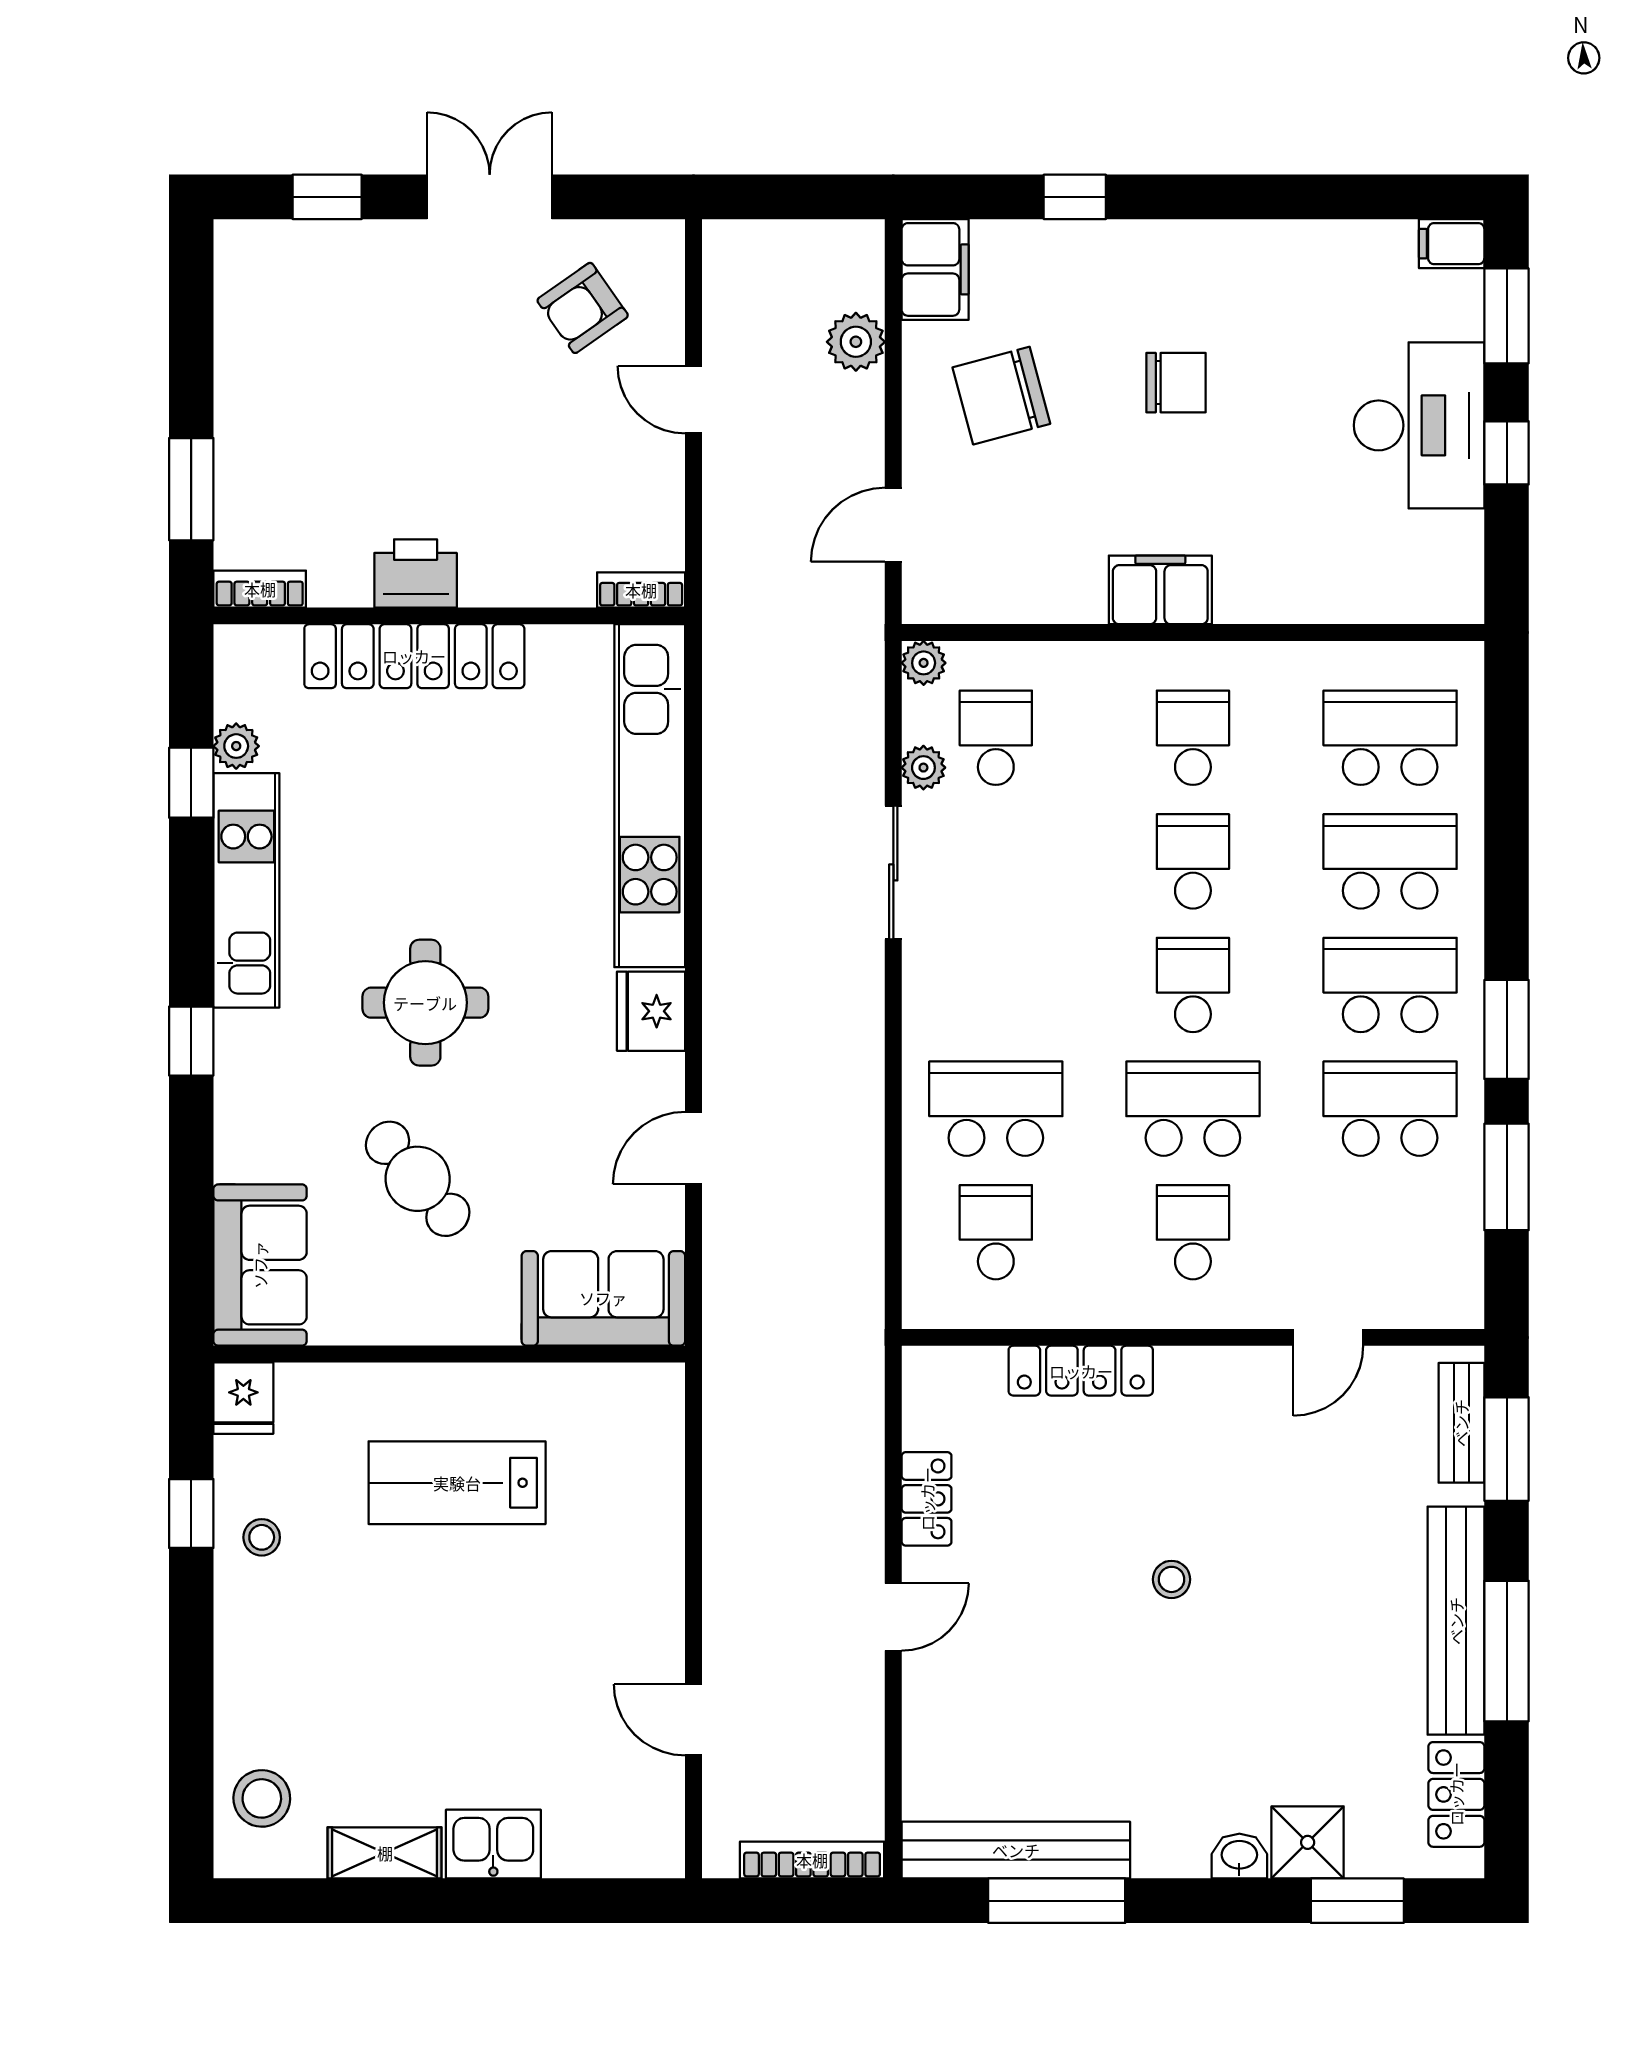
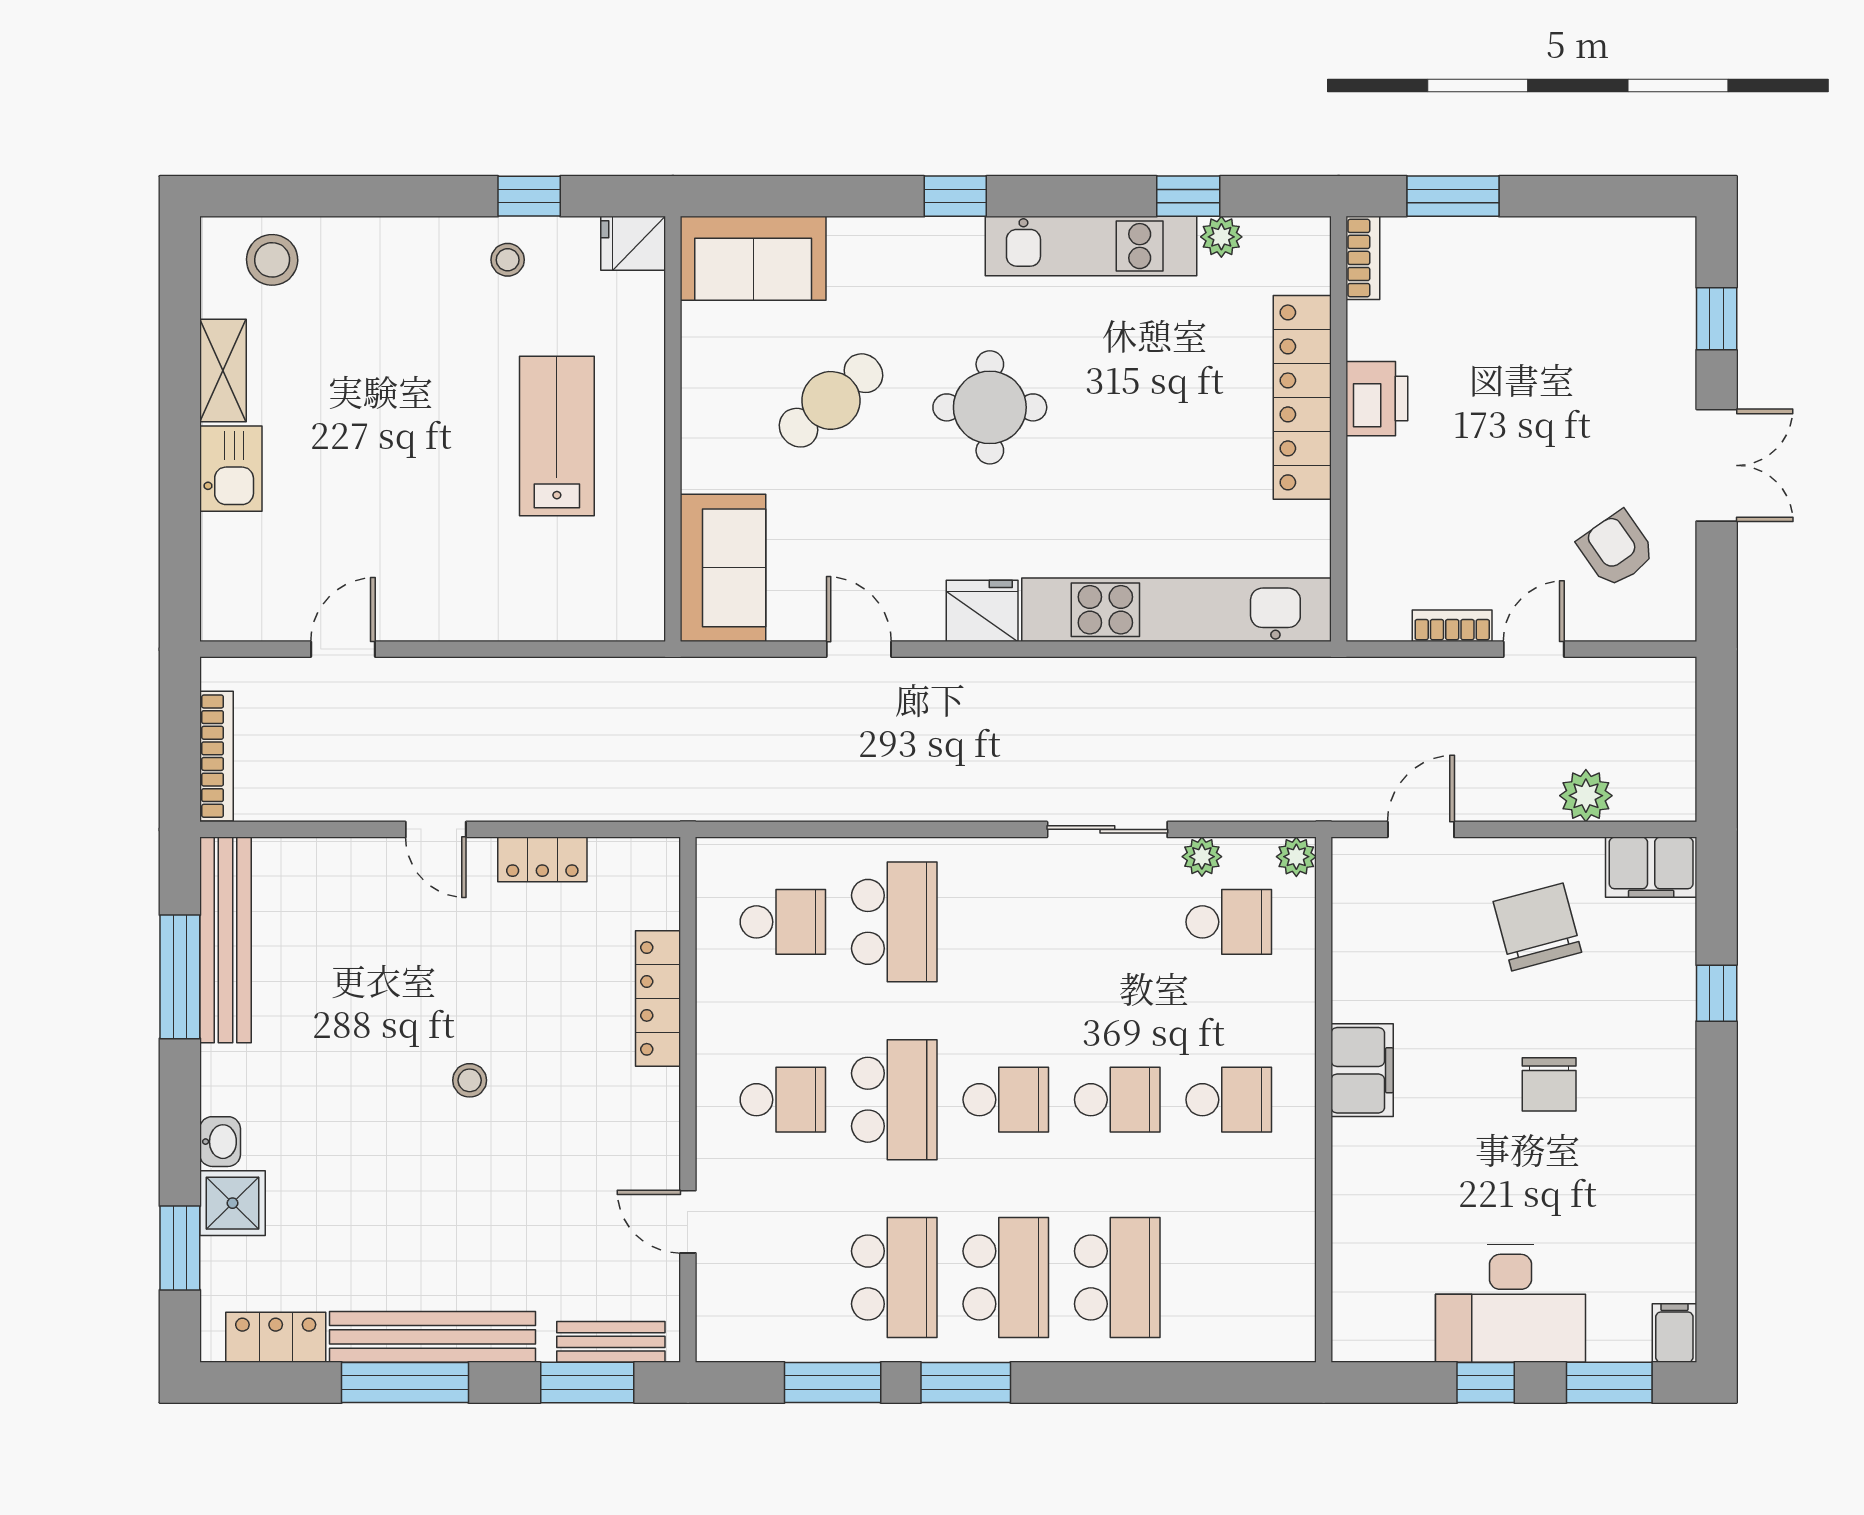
door: (893, 525) -> (1421, 829), hinge flipped
bookcase: (641, 590) -> (1452, 626), moved, turned -90
school desk: (1390, 738) -> (1229, 1277), removed

